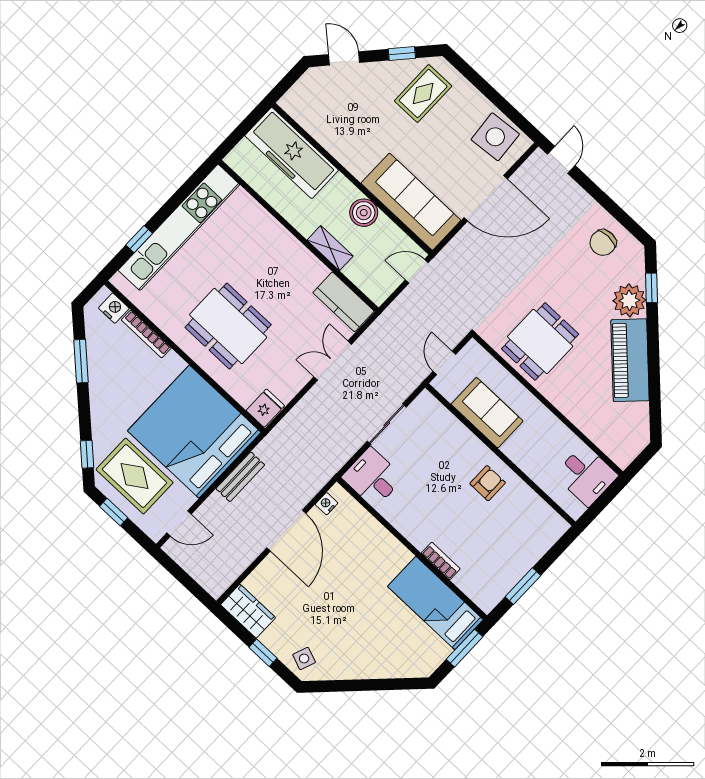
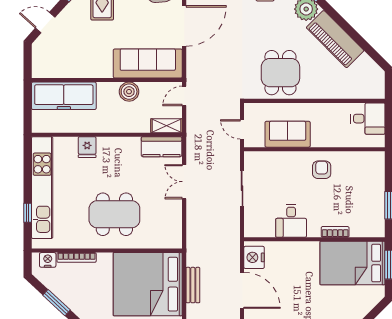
shelving: (330, 248) -> (167, 126), moved
fridge: (265, 408) -> (87, 147), moved, turned 180
desk: (373, 478) -> (291, 221), moved, turned -90
nightstand: (327, 504) -> (254, 257), width x1.89, depth x1.79
bed: (435, 603) -> (353, 263), width x1.50

